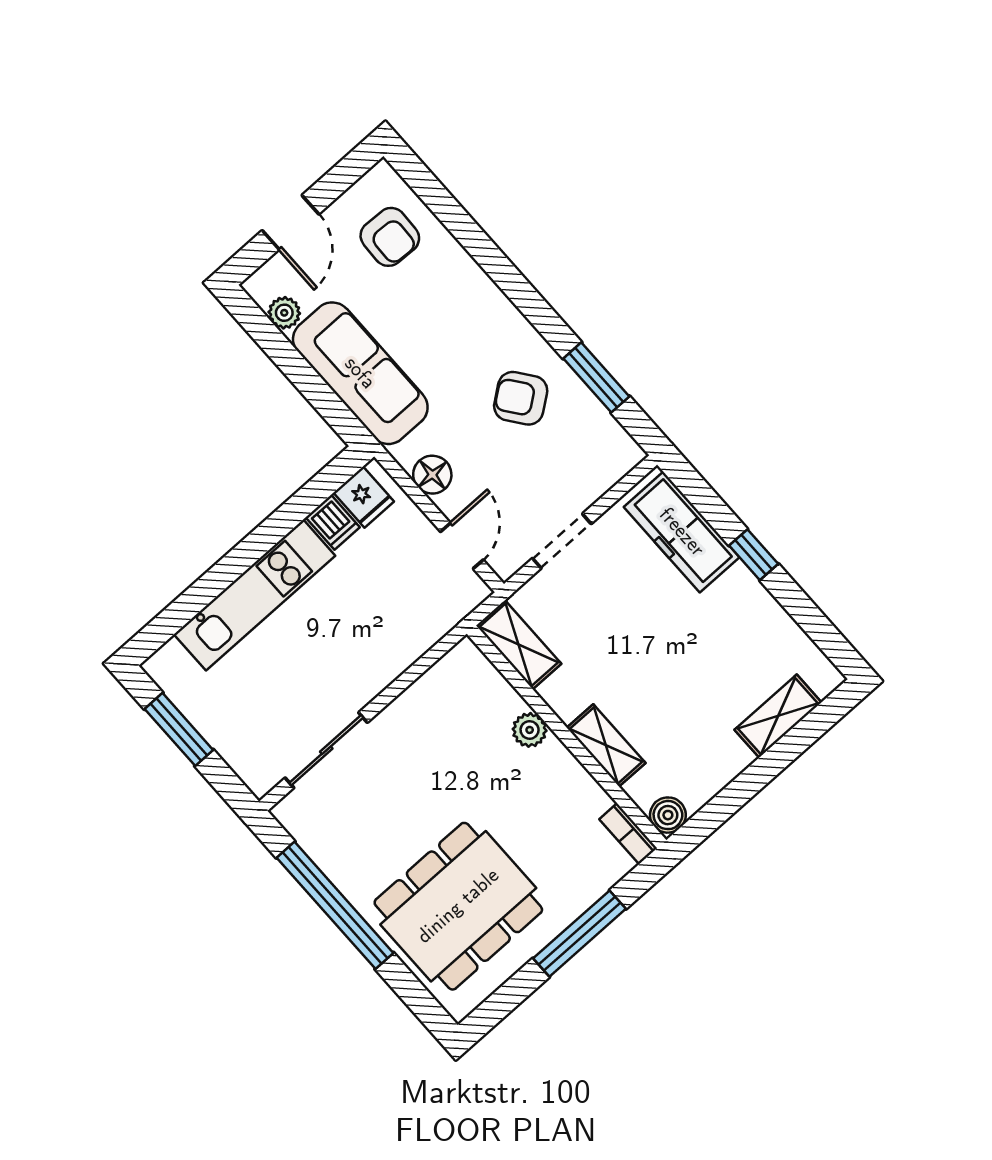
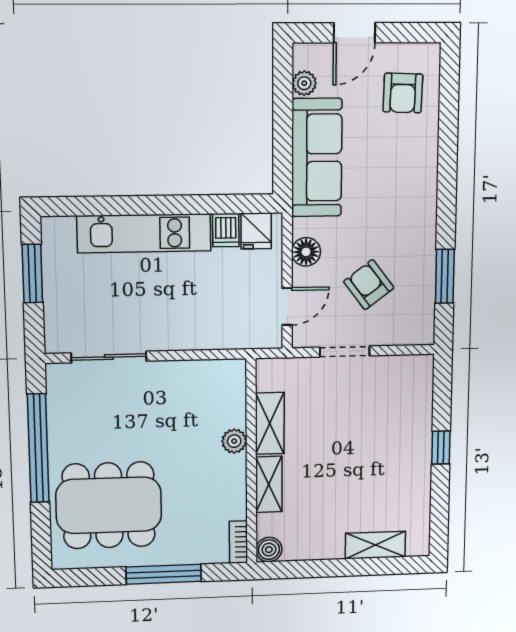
armchair: (521, 398) -> (369, 285), moved
freezer: (682, 532) -> (414, 402), removed
shelving: (519, 645) -> (270, 423), moved

